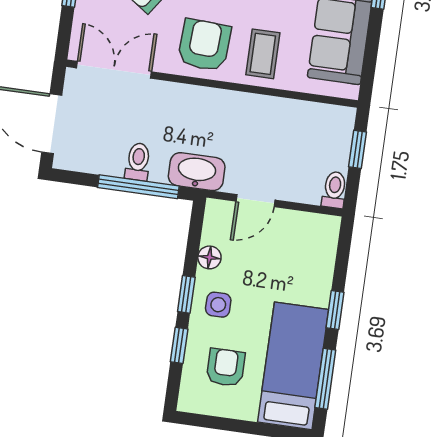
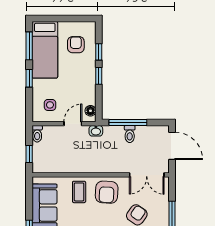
washbasin: (197, 172) -> (96, 131), width x0.52, depth x0.69
floor lamp: (209, 257) -> (90, 111), moved
side table: (218, 305) -> (50, 105), moved
armchair: (226, 367) -> (76, 45), turned 180

